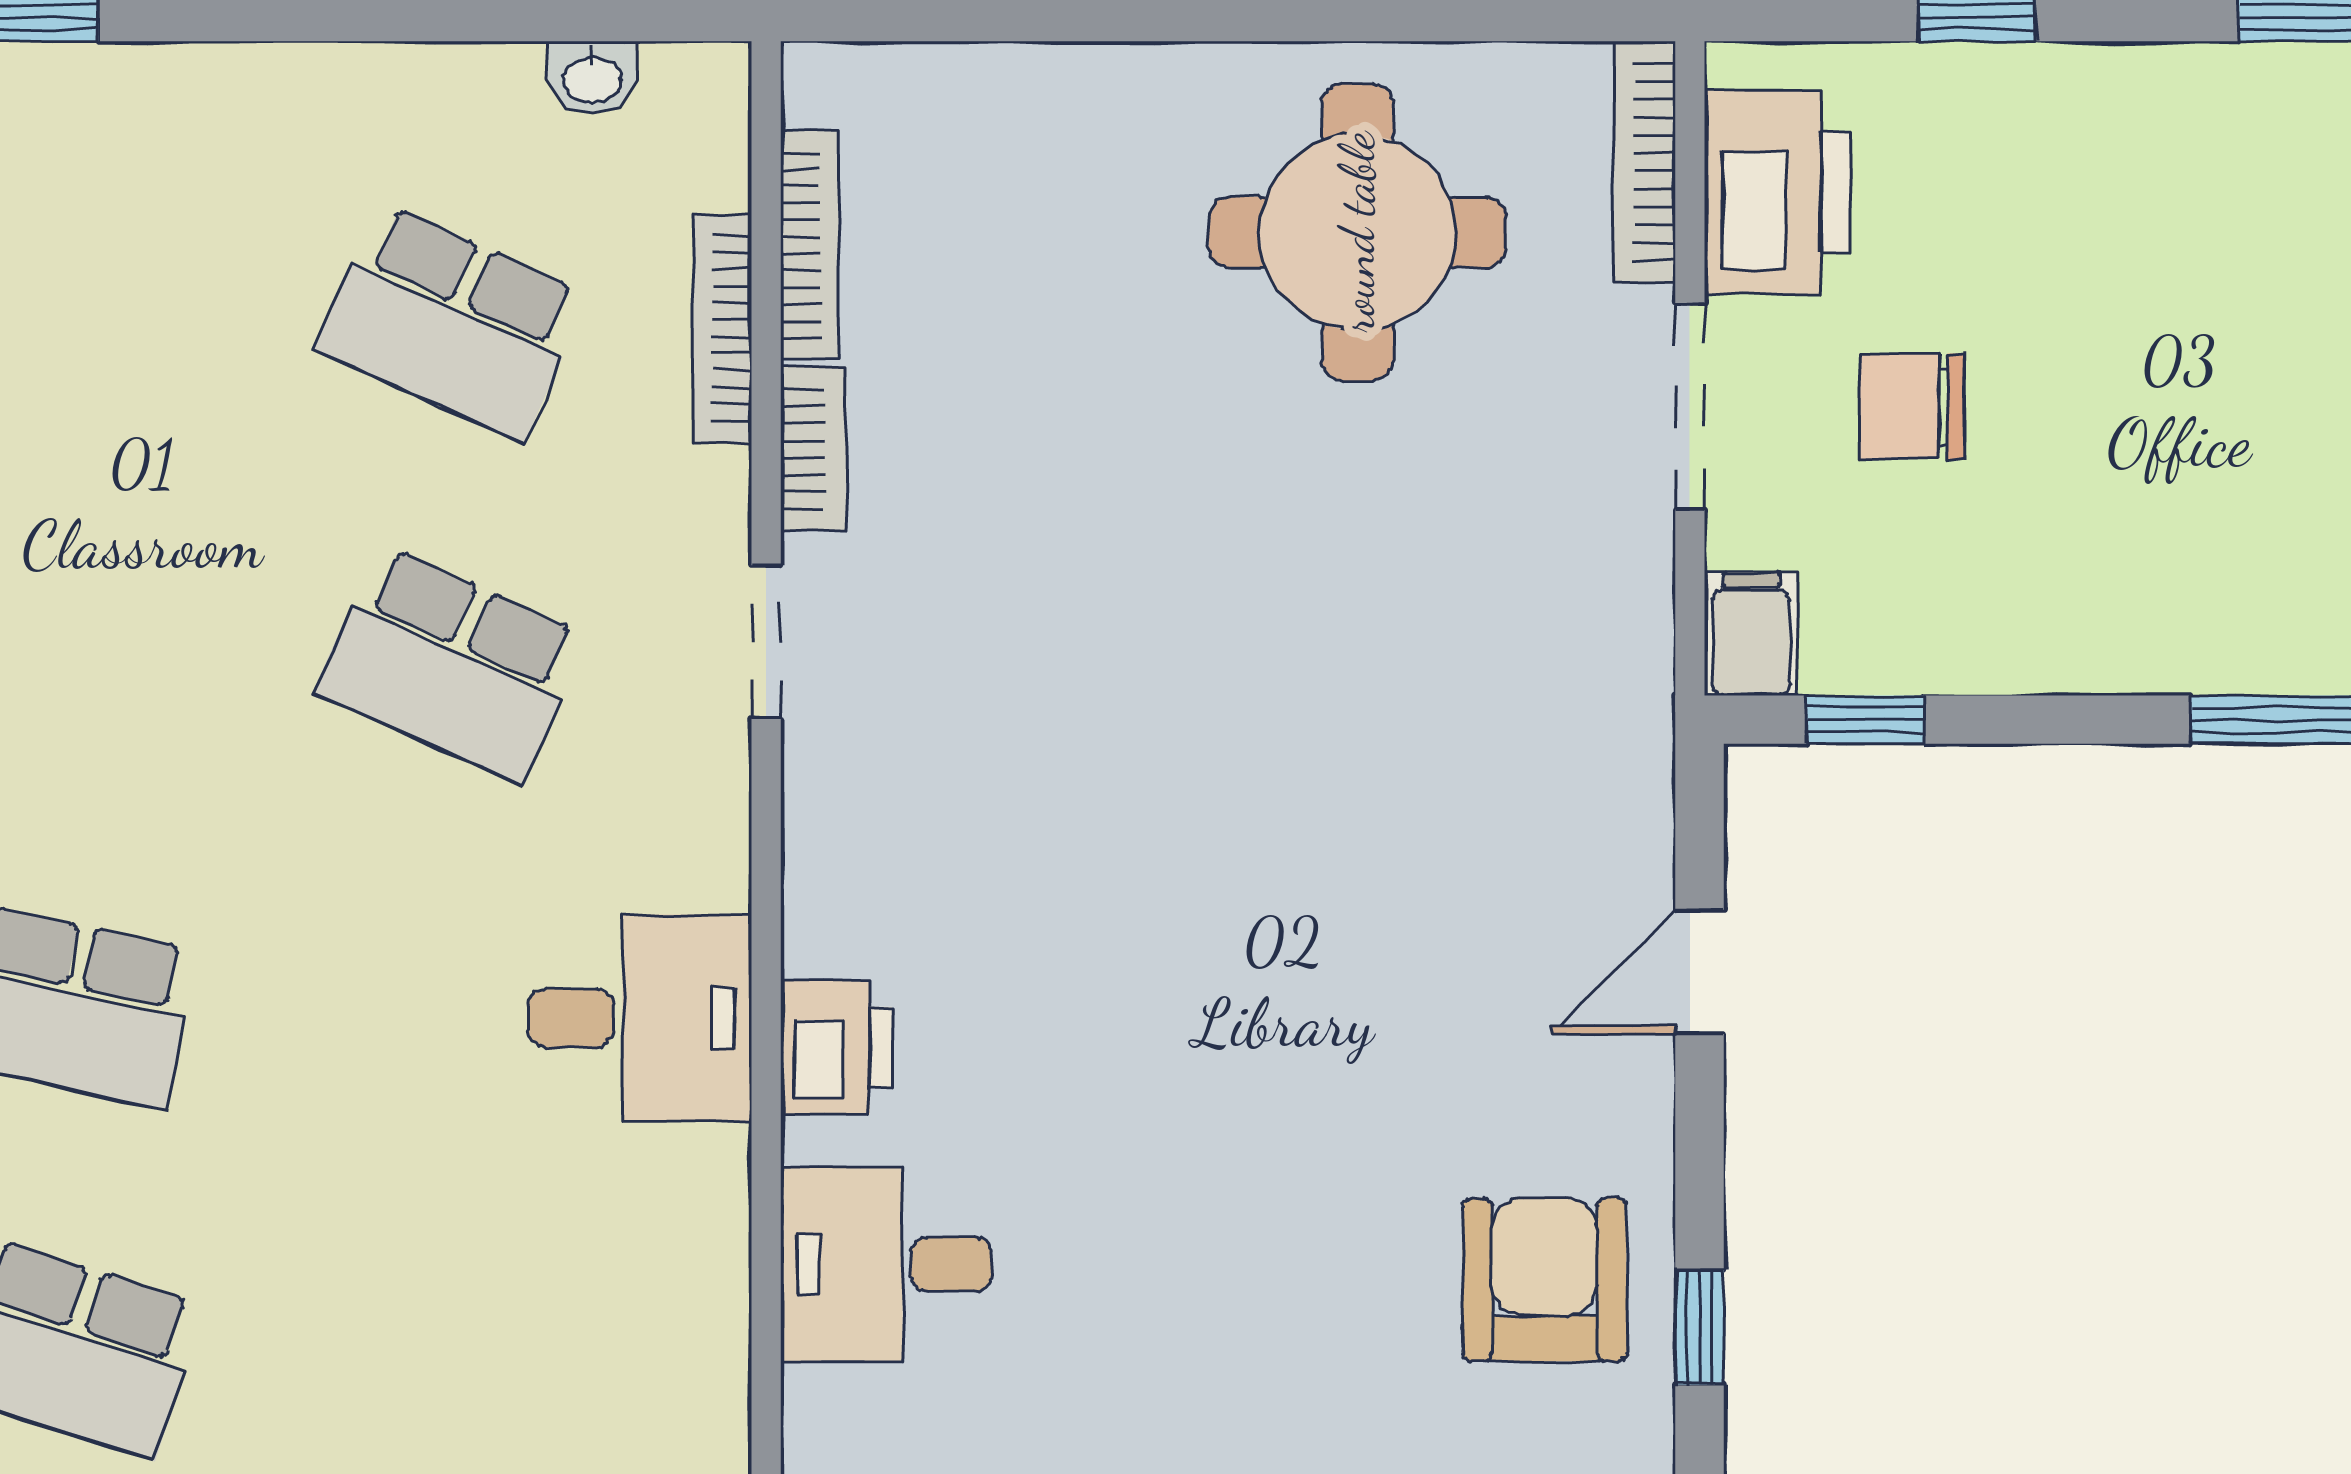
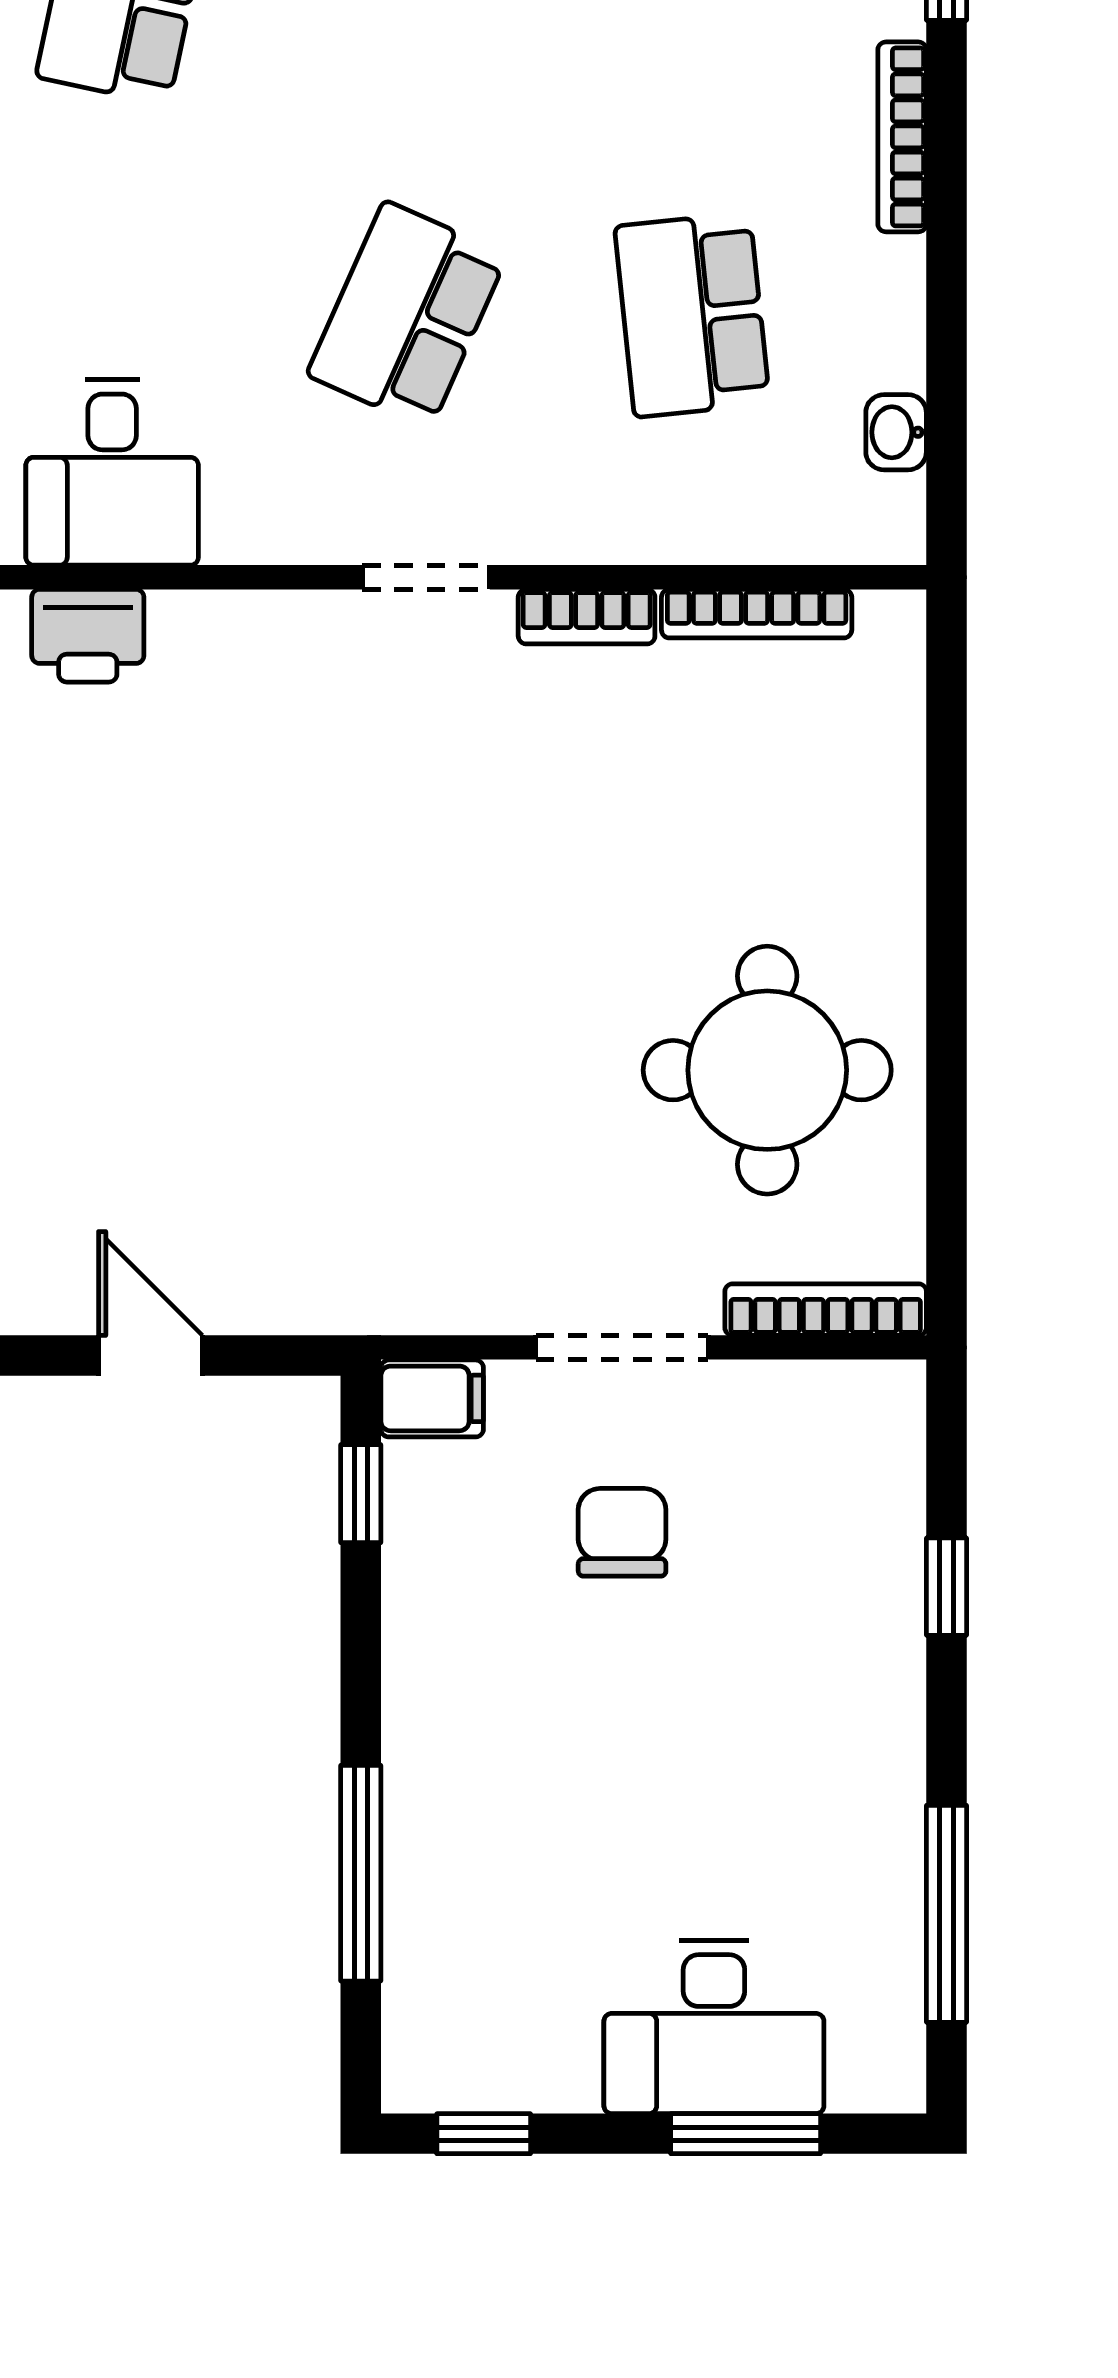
printer: (1777, 192) -> (801, 1420), removed
school desk: (452, 322) -> (692, 315), turned -30
bookcase: (723, 328) -> (902, 137), moved, turned -90

